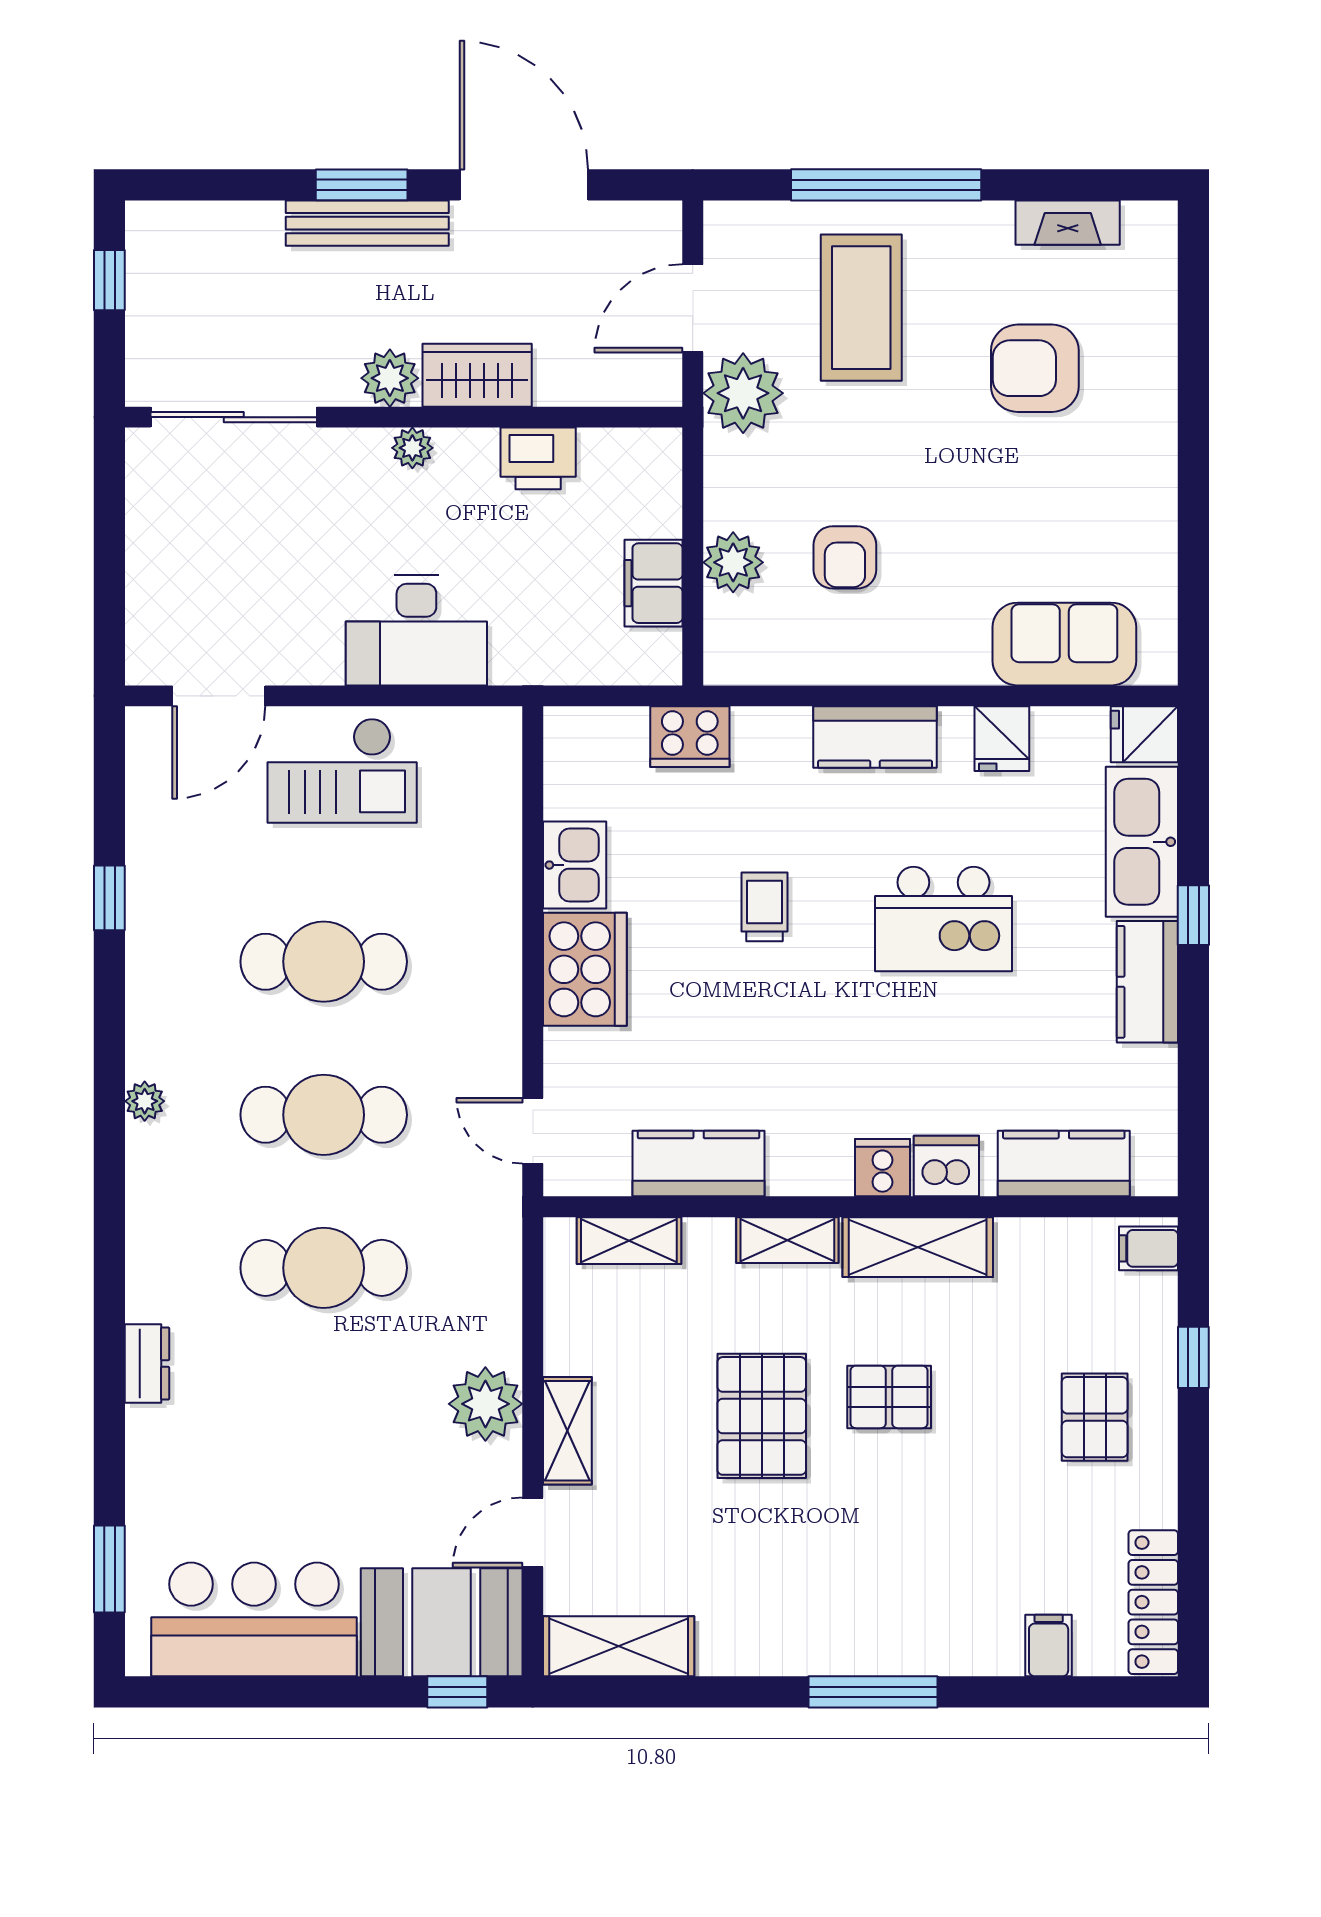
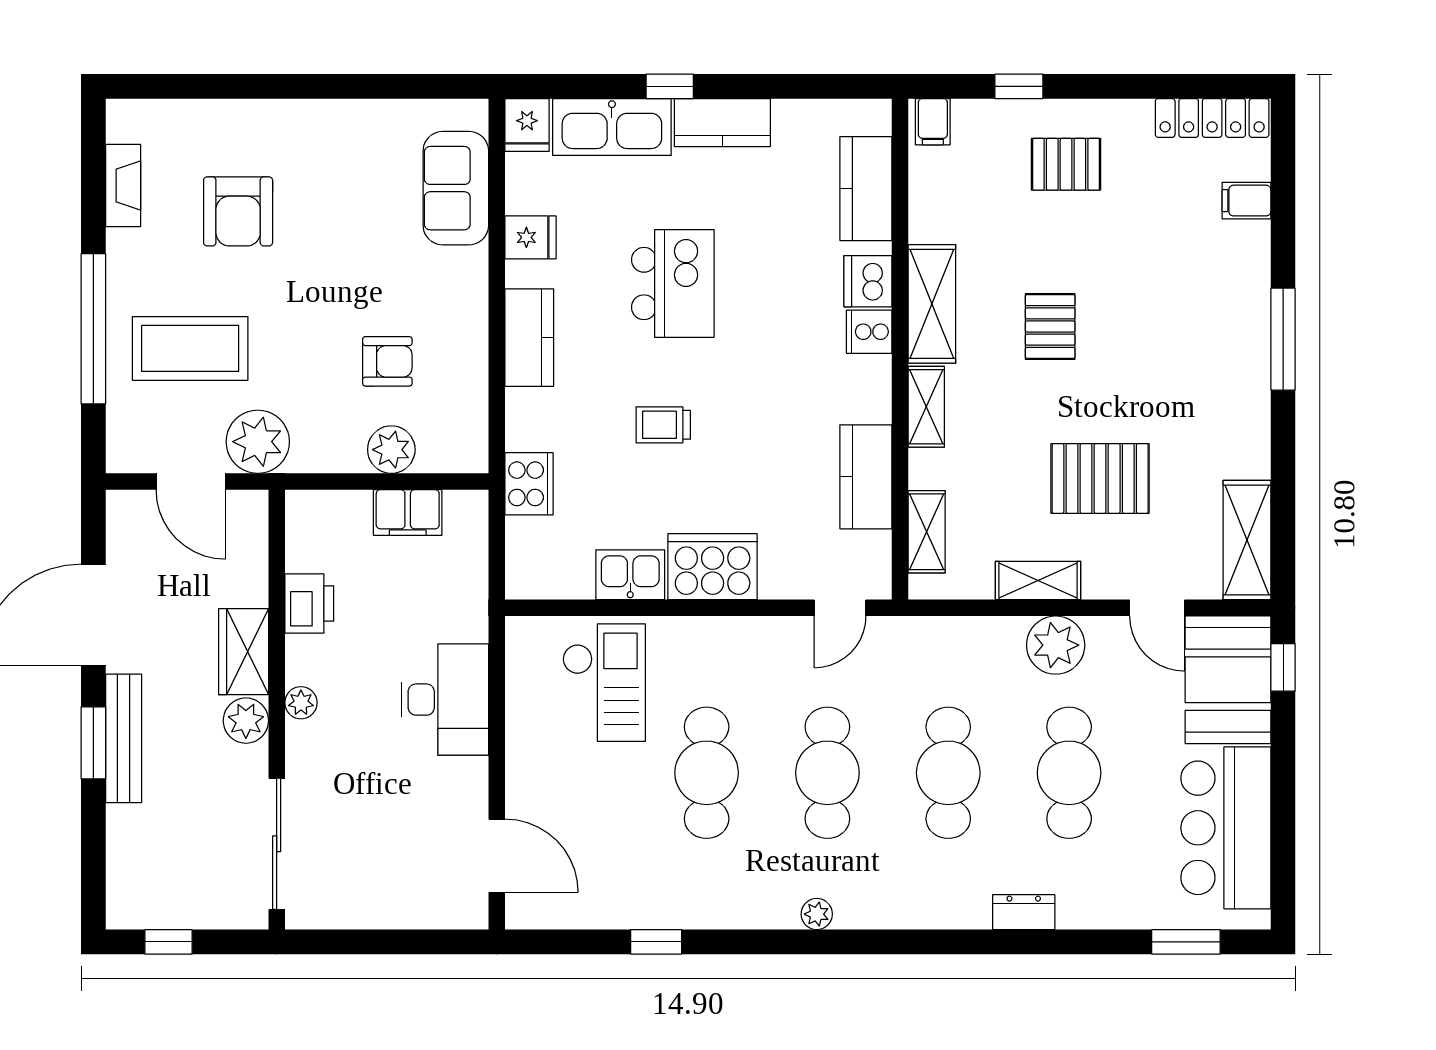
checkout: (342, 770) -> (604, 683), moved
pallet: (762, 1416) -> (1100, 478), moved
cafe table: (324, 1421) -> (1069, 773), added
shelving: (567, 1431) -> (1038, 580), moved

